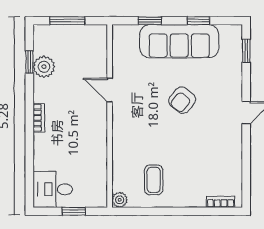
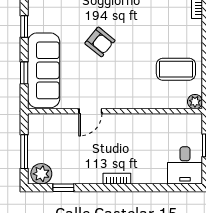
sofa: (179, 41) -> (44, 70), moved
plant: (44, 67) -> (41, 174), moved
coffee table: (154, 180) -> (176, 69), width x1.36, depth x1.30

